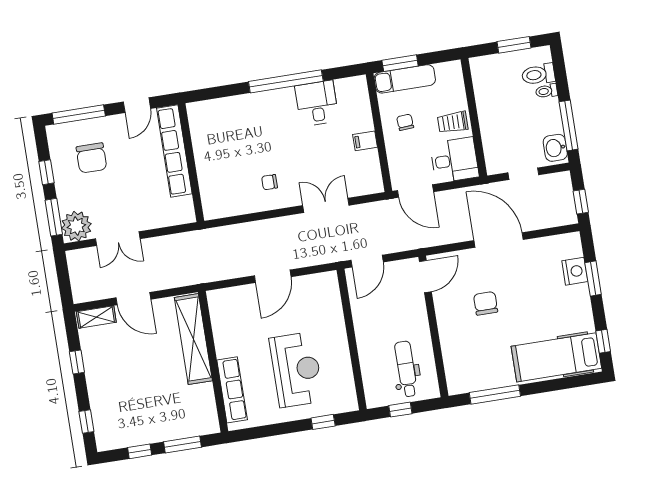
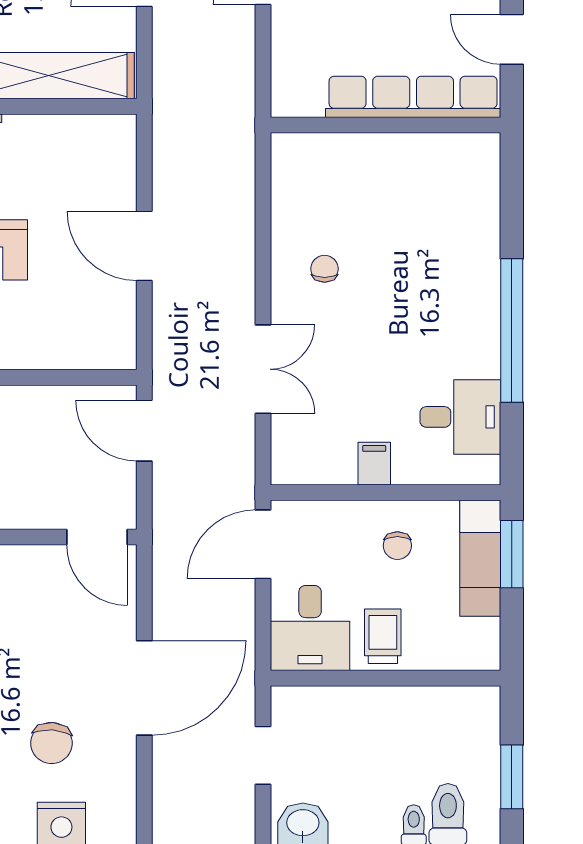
desk: (317, 103) -> (460, 417), moved
chair: (405, 122) -> (397, 546), turned 94
chair: (486, 303) -> (51, 743), moved, turned 94

